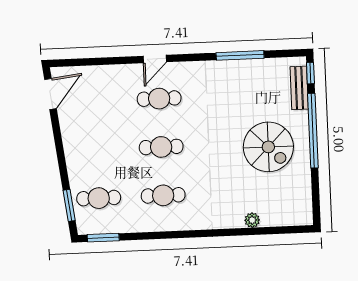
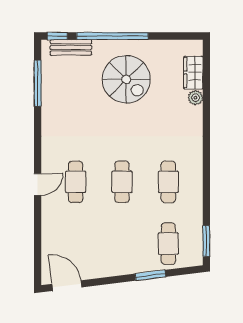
window: (240, 55) -> (38, 83), moved
door: (155, 59) -> (38, 184), hinge flipped
spiral stairs: (268, 147) -> (126, 79), turned 90
window: (69, 205) -> (150, 275), moved
wardrobe: (278, 217) -> (193, 73), added

